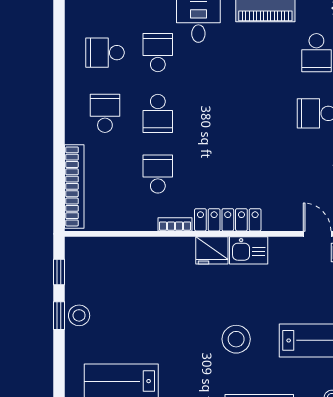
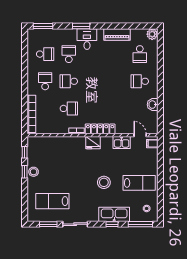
school desk: (105, 53) -> (45, 54), turned 180
school desk: (158, 113) -> (69, 81), turned 90
school desk: (158, 174) -> (69, 108), turned 90
kitchen sink: (249, 250) -> (122, 143), moved

